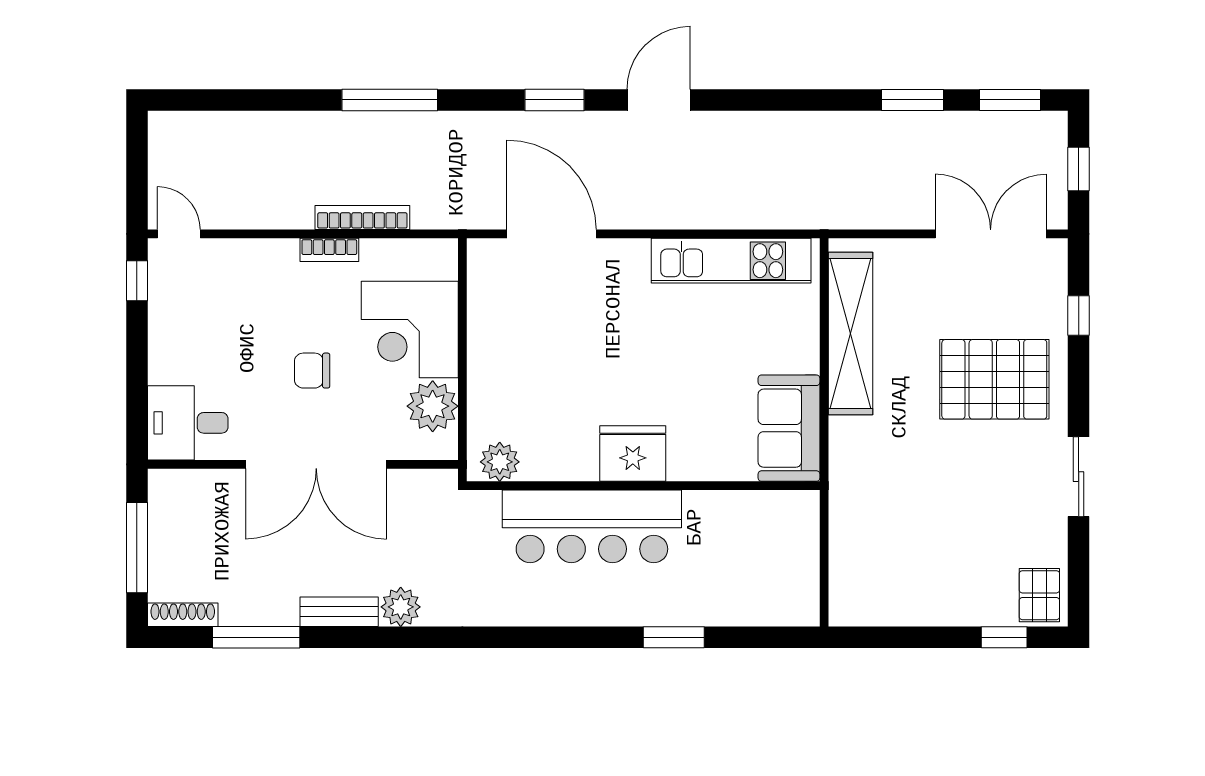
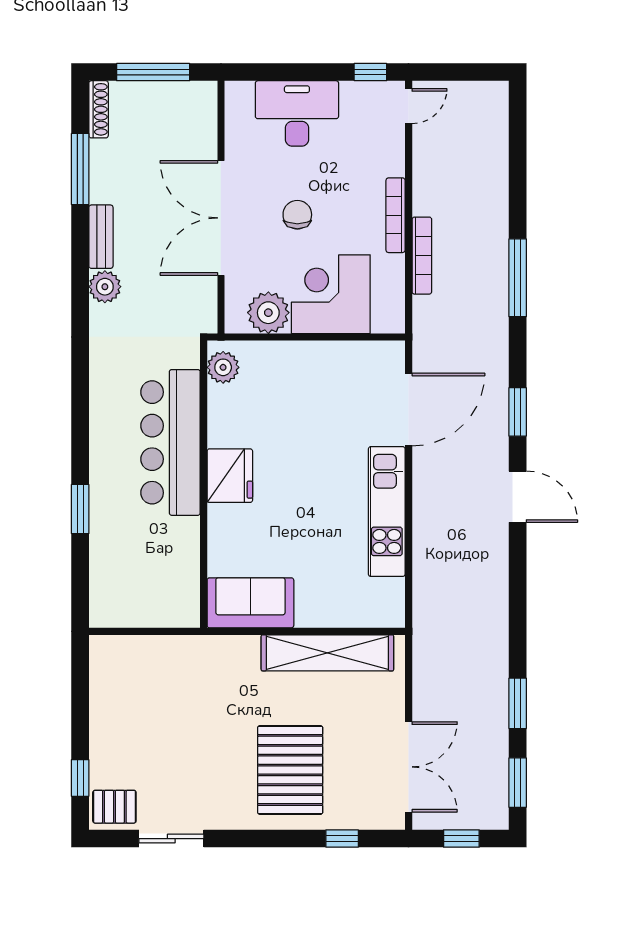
bookcase: (329, 250) -> (396, 215), width x1.56
kitchen unit: (731, 261) -> (387, 512), moved
desk: (188, 423) -> (297, 113), moved, width x1.37
sliding door: (1079, 477) -> (171, 839), moved

